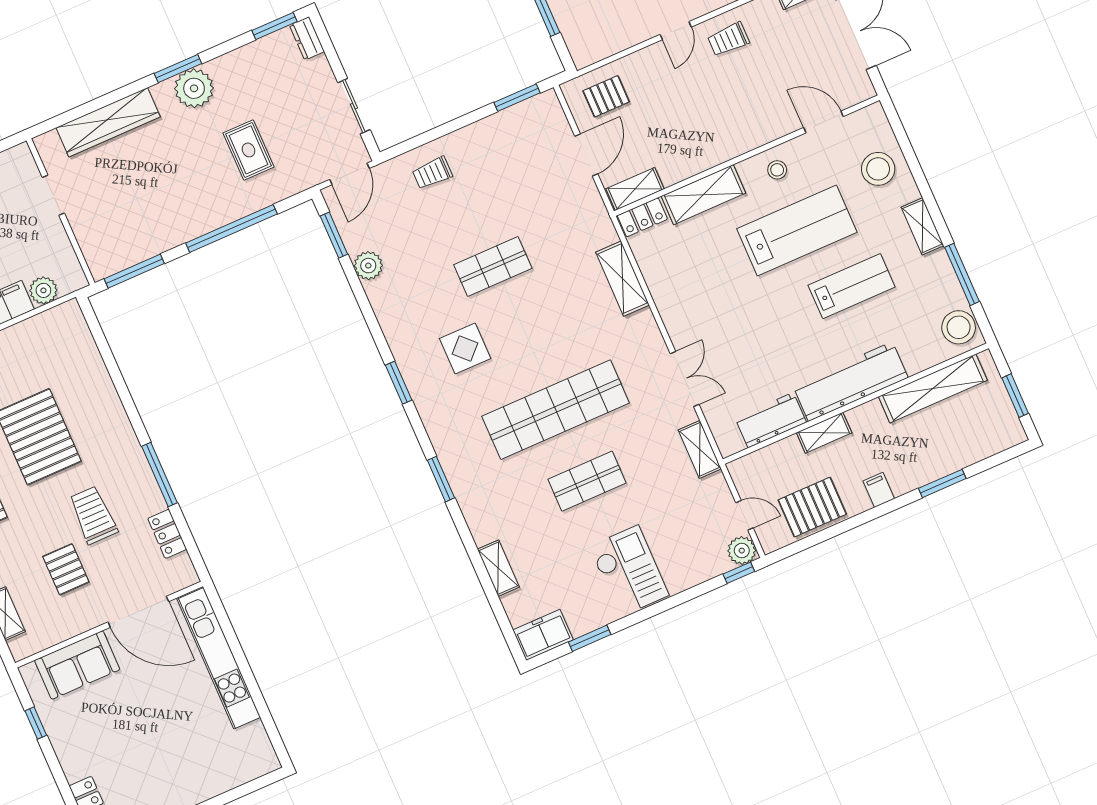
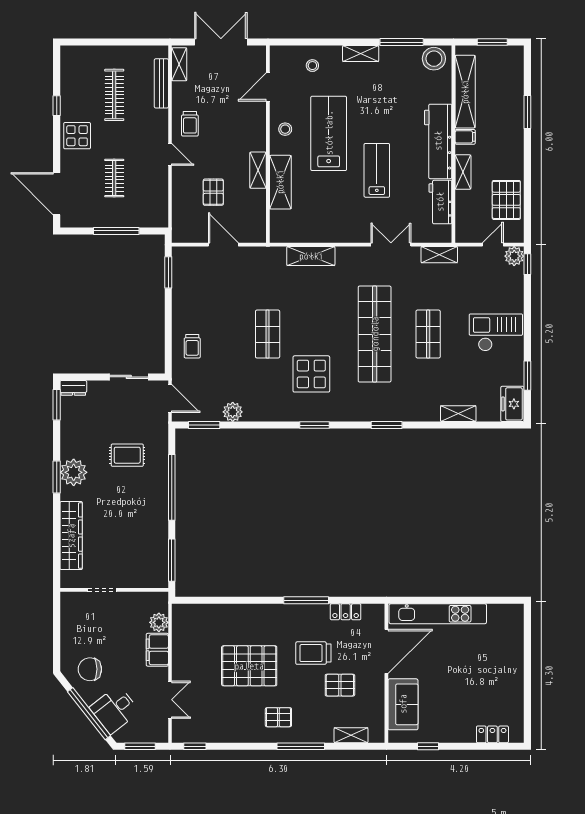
pallet: (606, 96) -> (213, 192), moved
stool: (878, 169) -> (312, 66), width x0.53, depth x0.53
shelving: (635, 189) -> (258, 170), moved
locker: (642, 217) -> (278, 227), removed
lab bench: (852, 286) -> (377, 170), moved
display table: (465, 348) -> (311, 374), width x1.36, depth x1.36
filing cabinet: (879, 490) -> (465, 137), moved, turned 180

